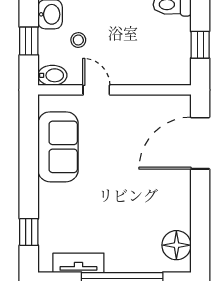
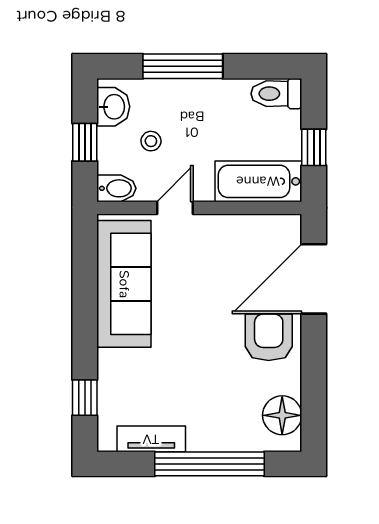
bathtub: (159, 70) -> (258, 181), added
door: (96, 90) -> (175, 208), hinge flipped
sofa: (58, 147) -> (124, 284), width x1.36
armchair: (166, 187) -> (269, 337), added

